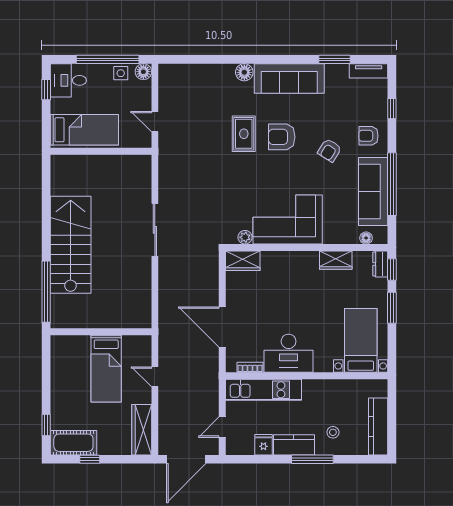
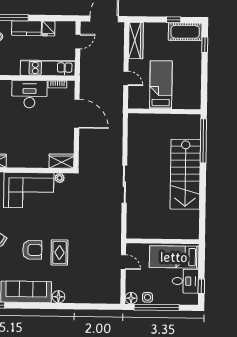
desk: (68, 80) -> (185, 281), moved

